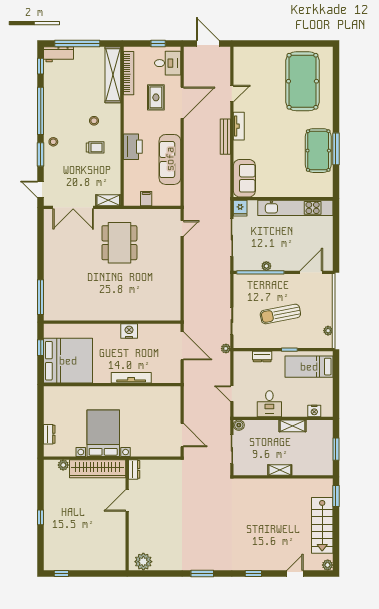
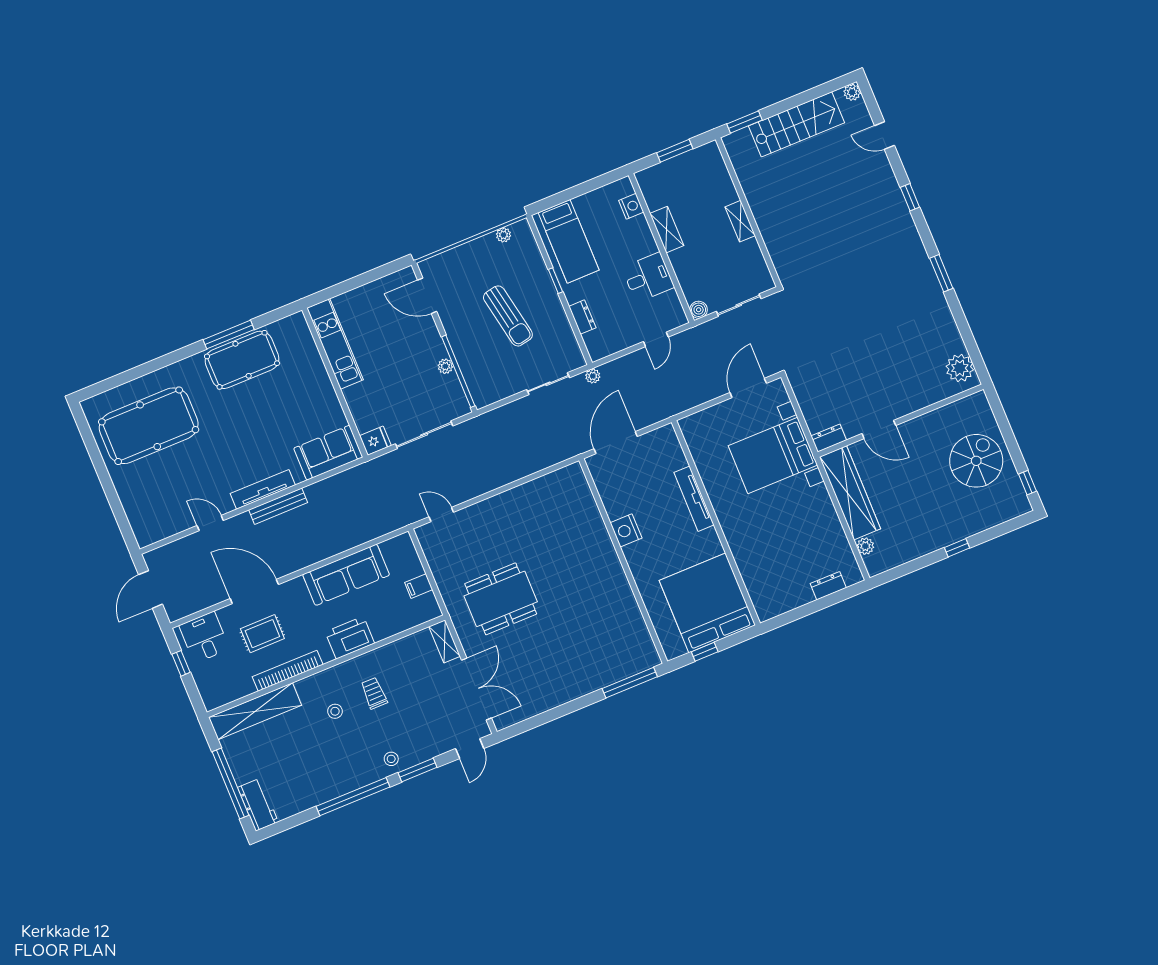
window: (41, 66) -> (287, 824), removed
bookcase: (129, 73) -> (288, 671), moved
tv unit: (239, 126) -> (263, 489), width x1.41
kitchen unit: (295, 208) -> (335, 344), width x0.73
bed with nightstands: (103, 433) -> (773, 455), moved
spiral stairs: (86, 549) -> (976, 461), added

